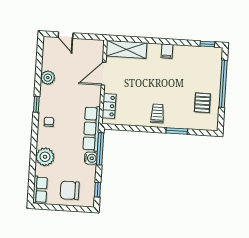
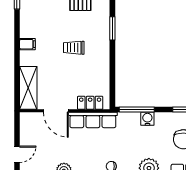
trolley: (157, 113) -> (74, 48), moved
row of seats: (92, 129) -> (93, 120), moved

